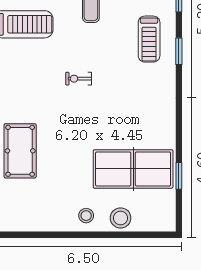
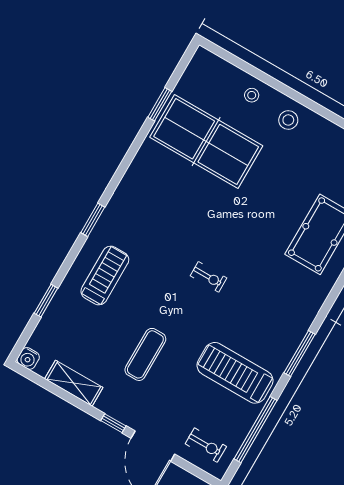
window: (179, 51) -> (93, 220), moved
stool: (121, 218) -> (252, 95), width x0.53, depth x0.53

